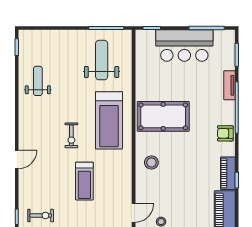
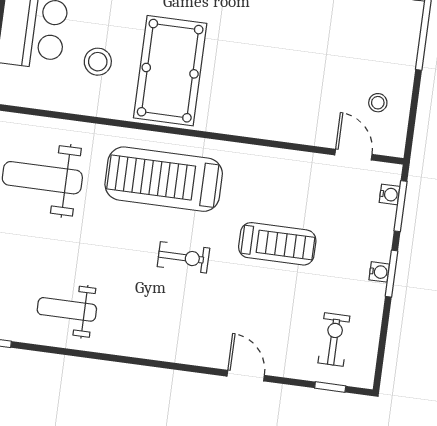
treadmill: (109, 120) -> (164, 179), turned 180
door: (17, 159) -> (246, 376), moved
stool: (151, 163) -> (98, 62), moved

